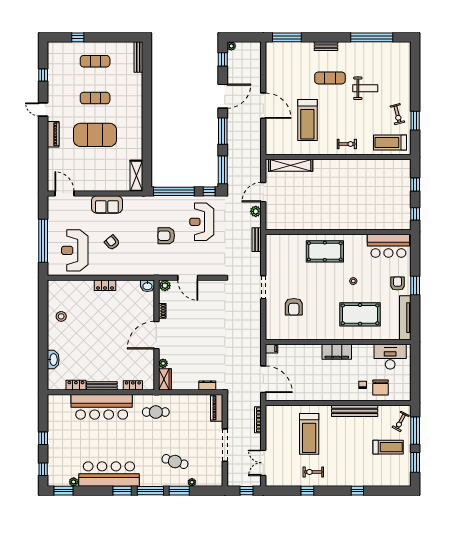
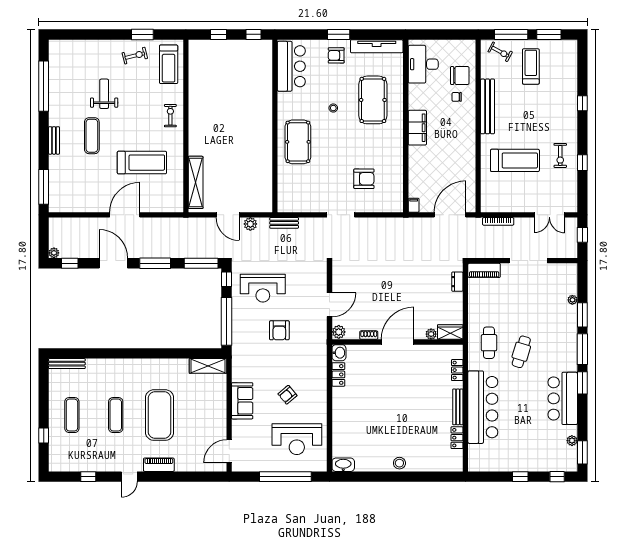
locker: (105, 285) -> (338, 374), moved
stool: (61, 316) -> (399, 463), moved
door: (156, 335) -> (398, 342), swing flipped
washbasin: (53, 360) -> (343, 465), moved
cafe table: (175, 462) -> (521, 352), moved
bar counter: (109, 474) -> (563, 398), width x0.73

